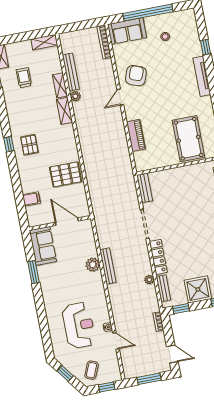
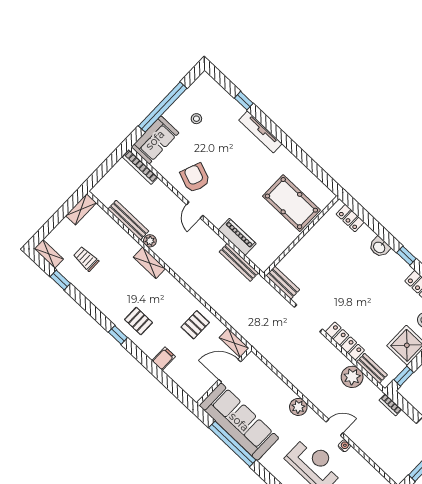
shelving: (60, 85) -> (234, 343), moved
pallet: (66, 174) -> (195, 325), width x0.67, depth x0.71
filing cabinet: (31, 199) -> (164, 359), moved
sofa: (43, 246) -> (239, 422), width x1.85, depth x1.27
plant: (93, 265) -> (298, 407), moved
bench: (108, 266) -> (239, 262), moved
window: (34, 272) -> (232, 444), width x2.11
plant: (149, 280) -> (352, 377), width x1.88, depth x1.88
door: (116, 341) -> (335, 427), moved

